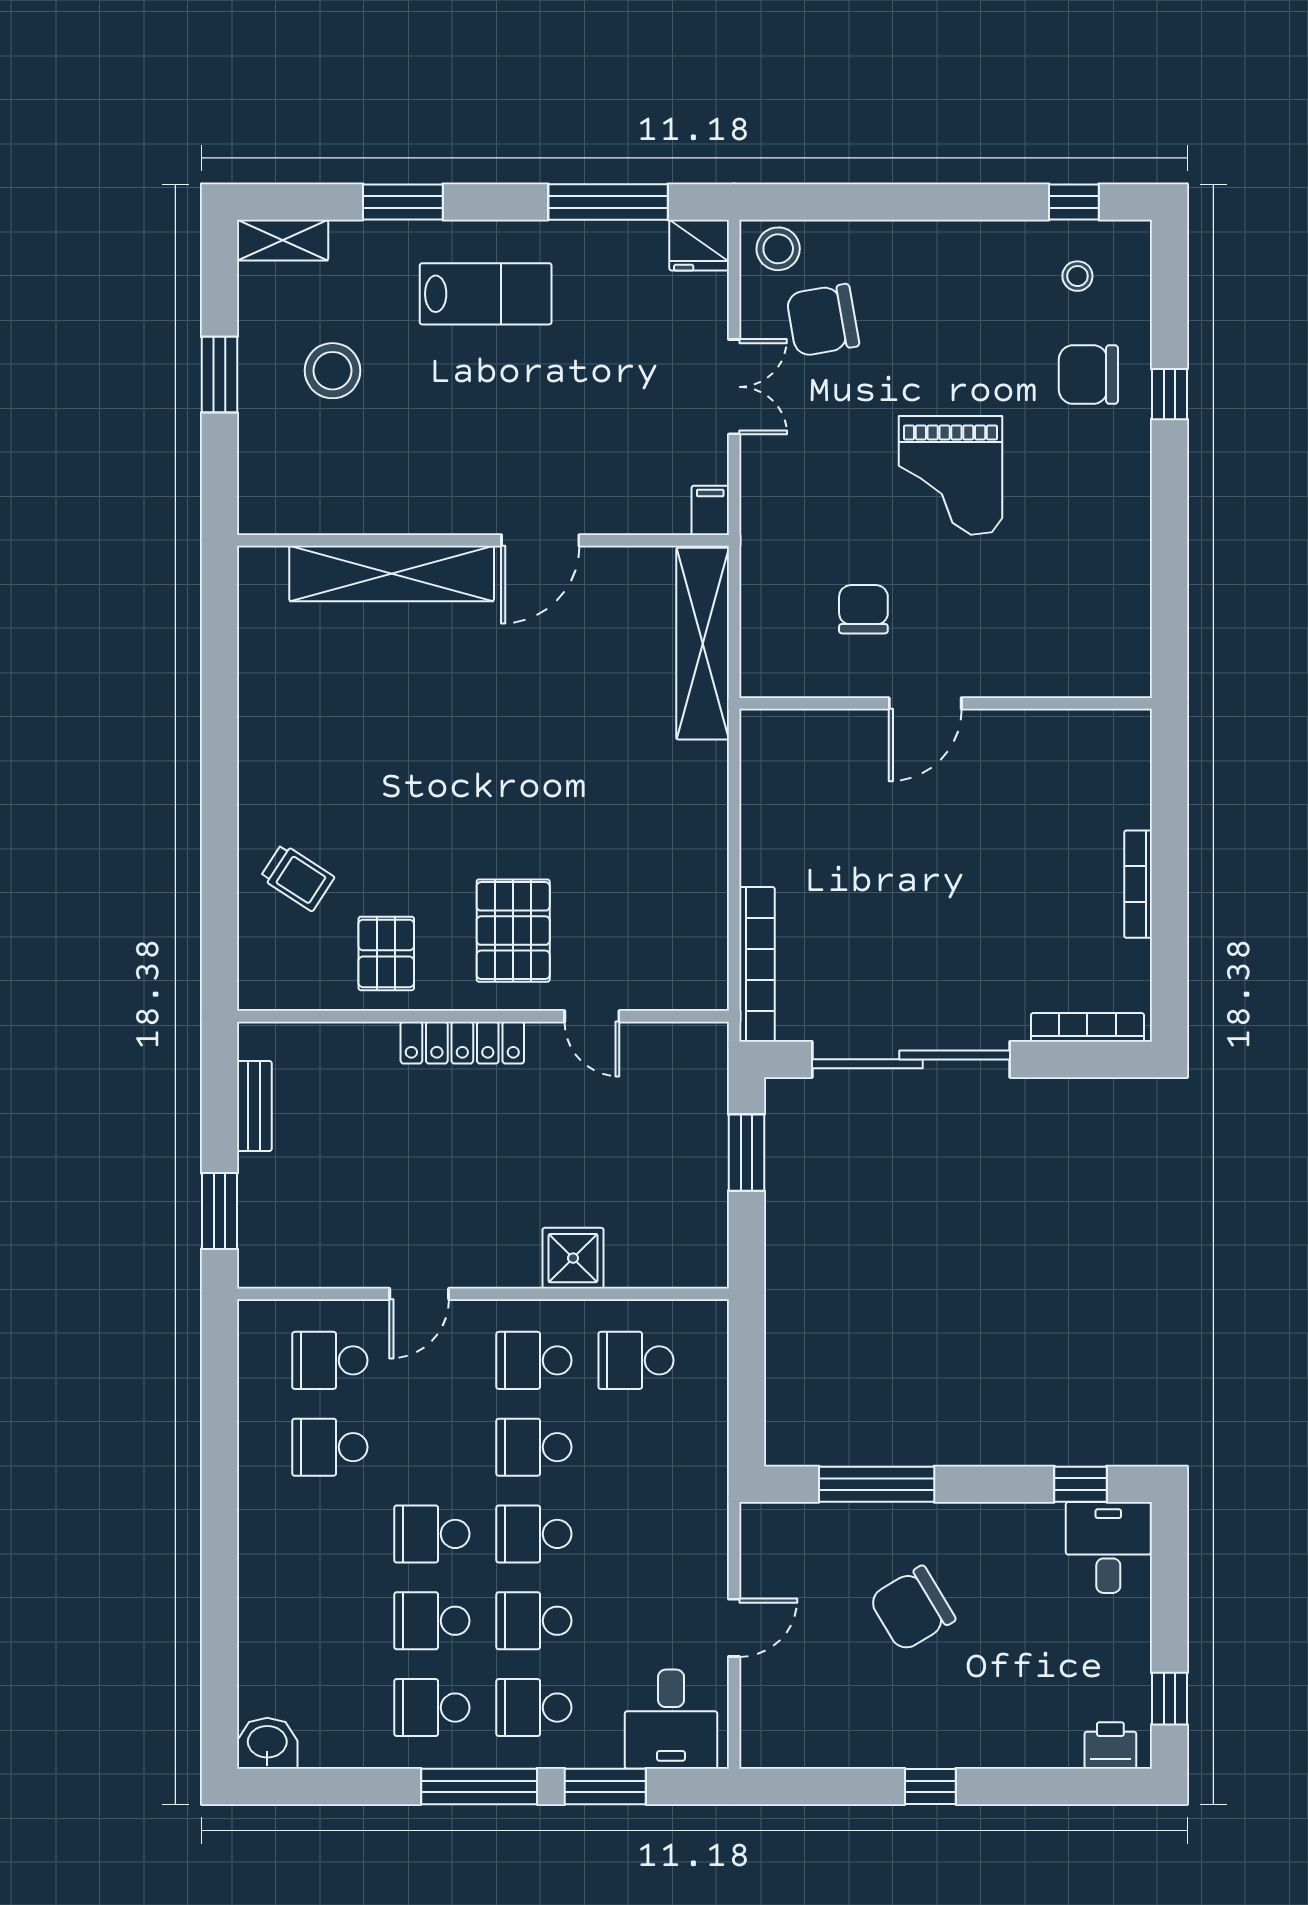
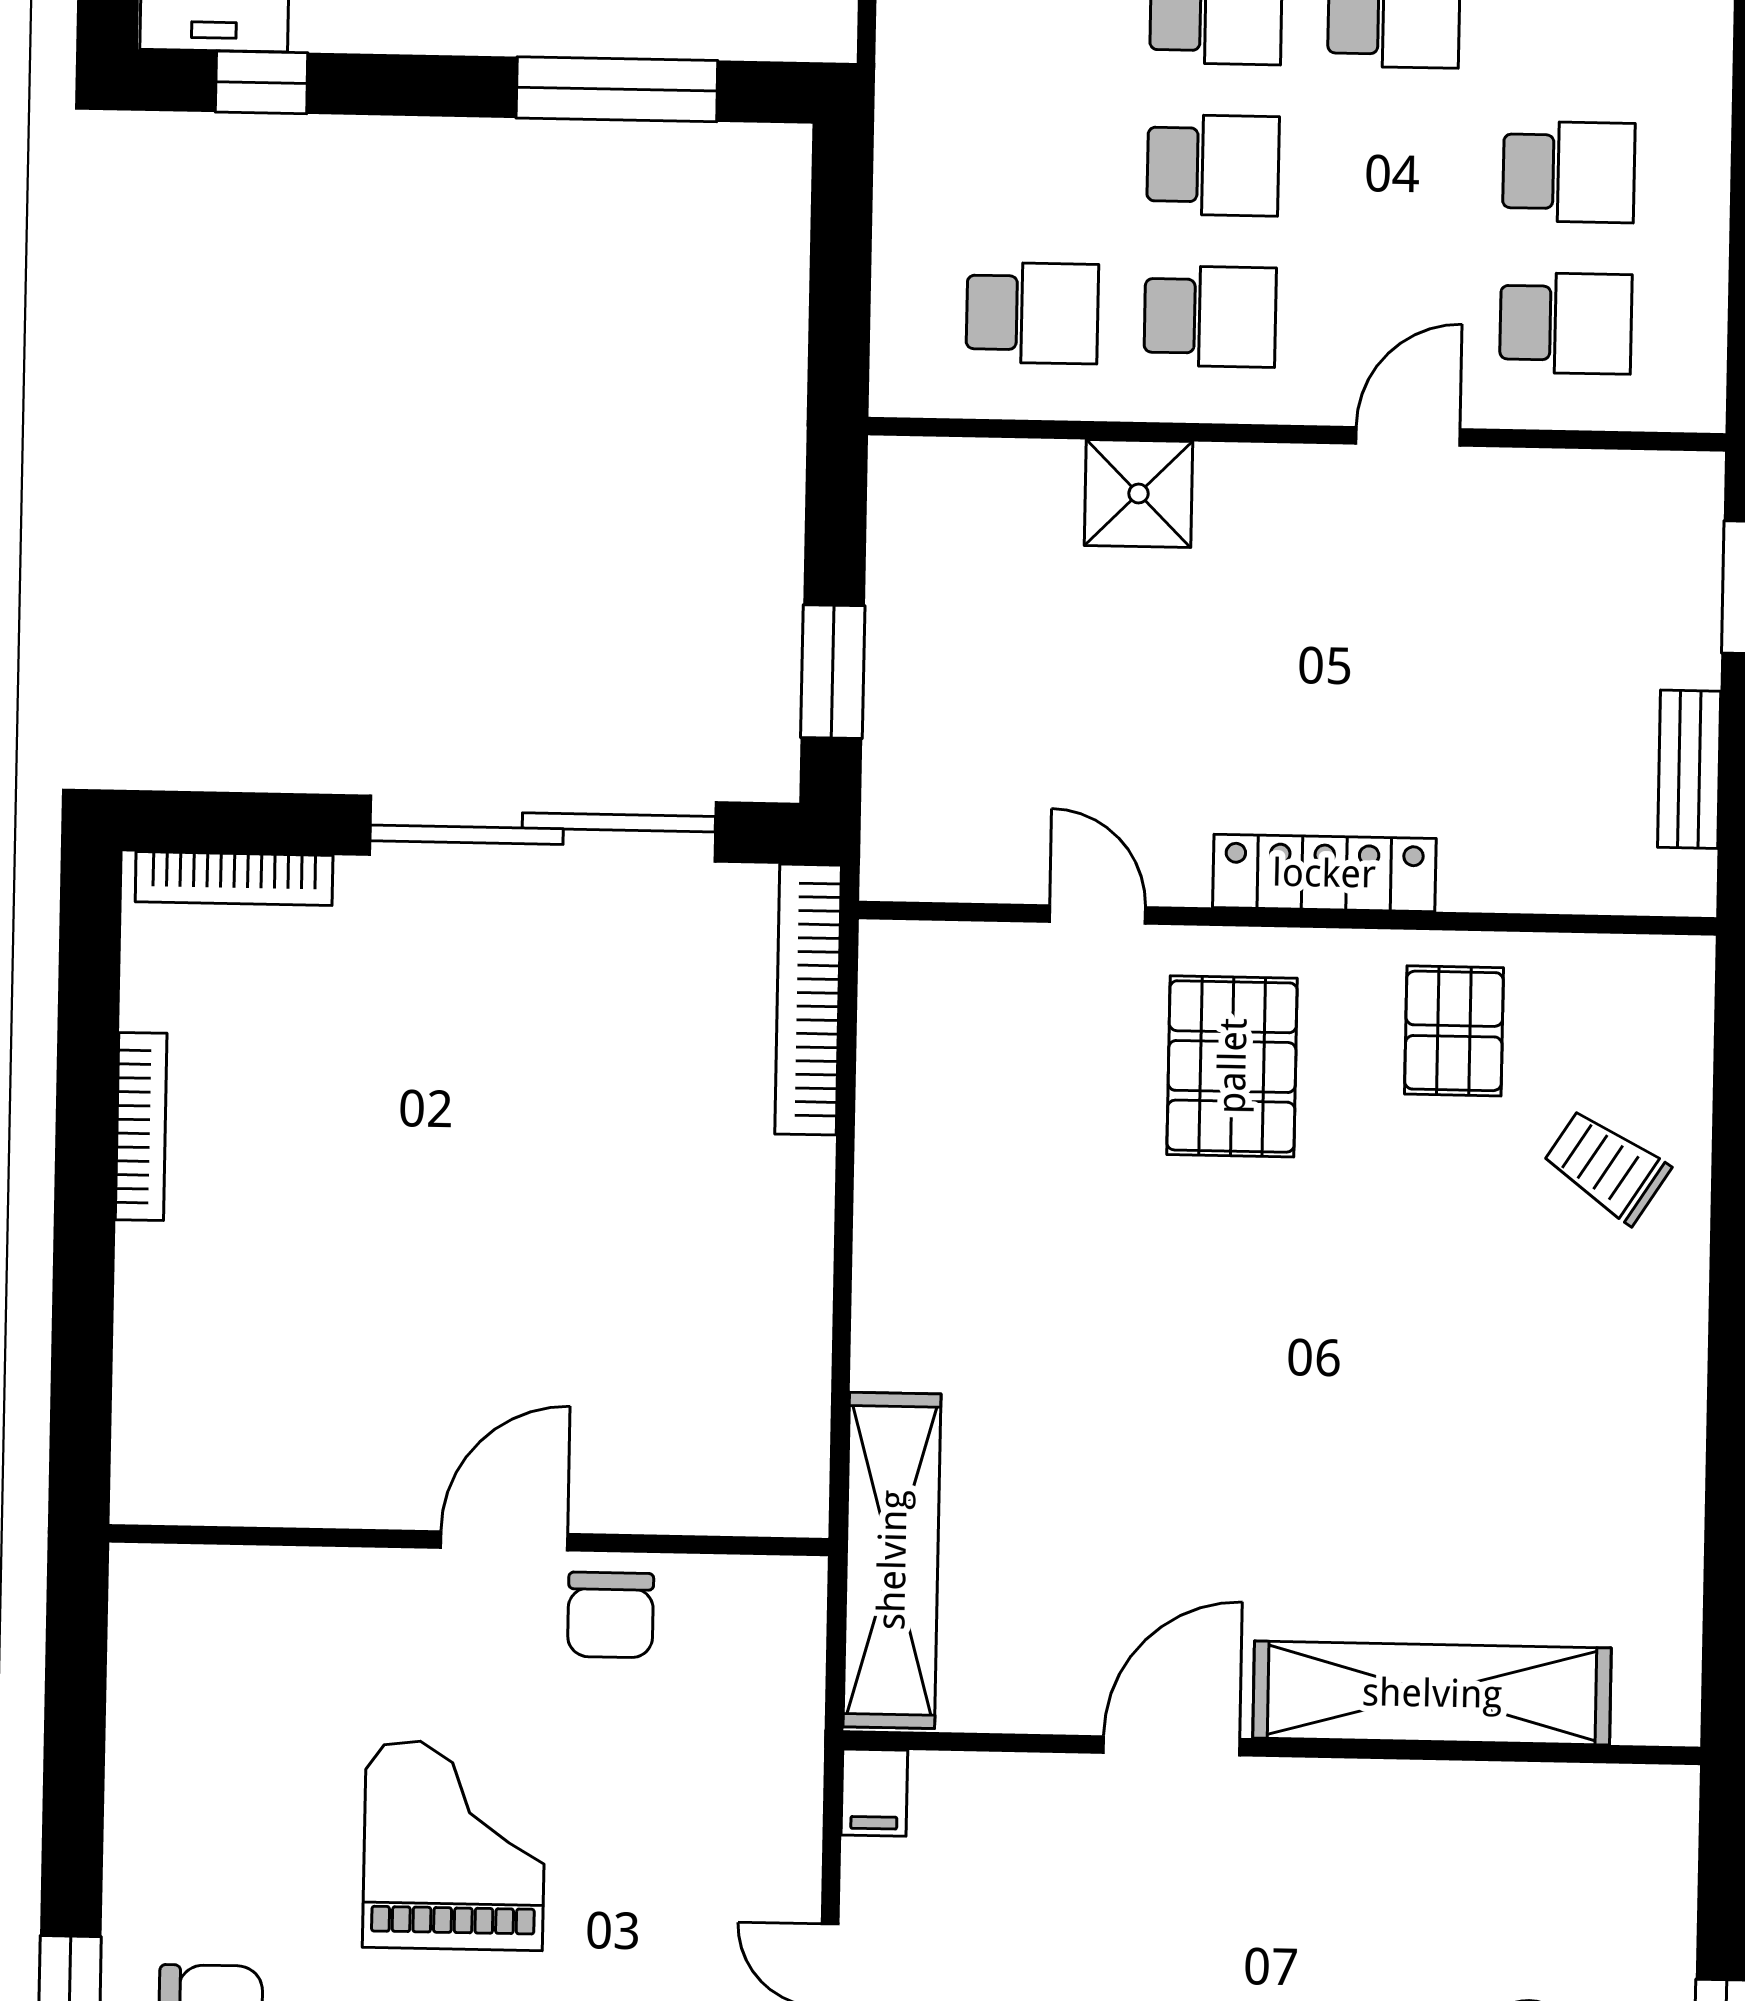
door: (925, 703) -> (504, 1541), moved
wall: (946, 703) -> (469, 1540), moved

